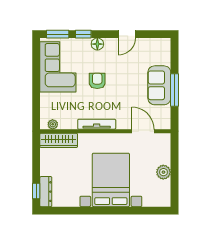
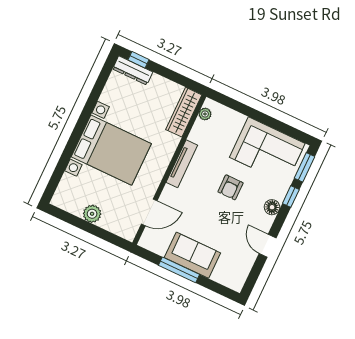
armchair: (97, 81) -> (230, 187), turned 90

